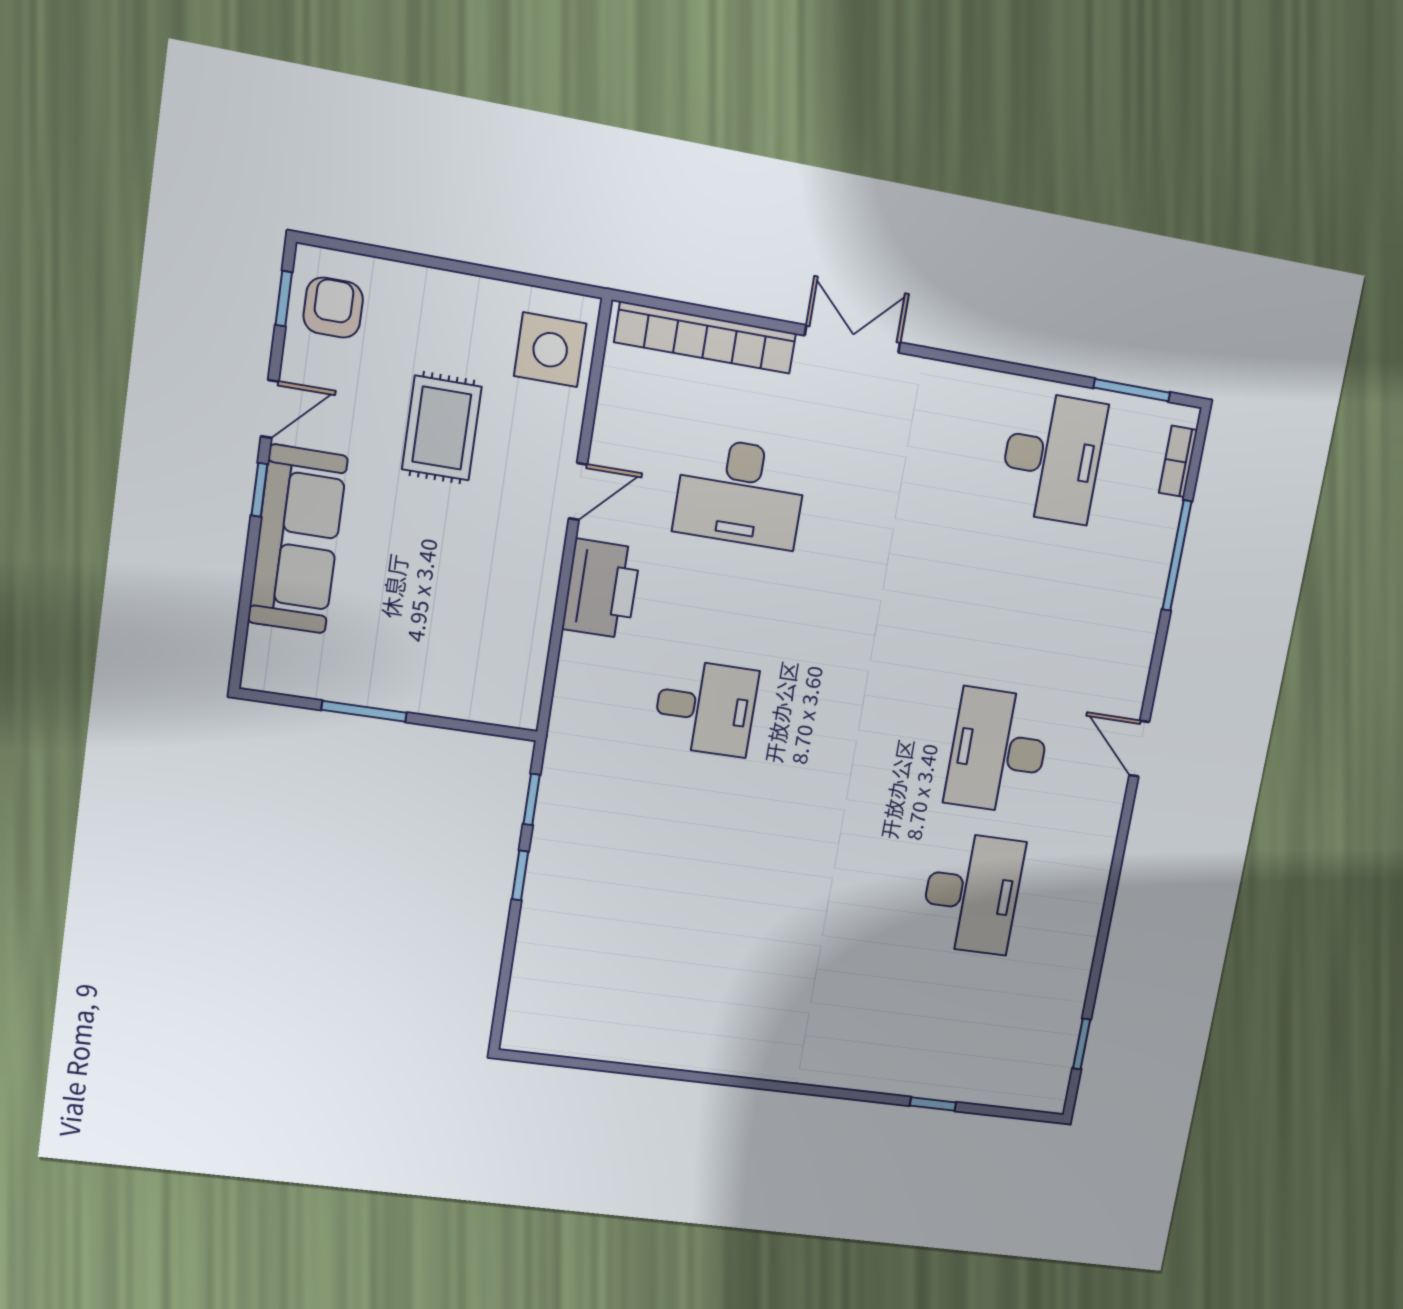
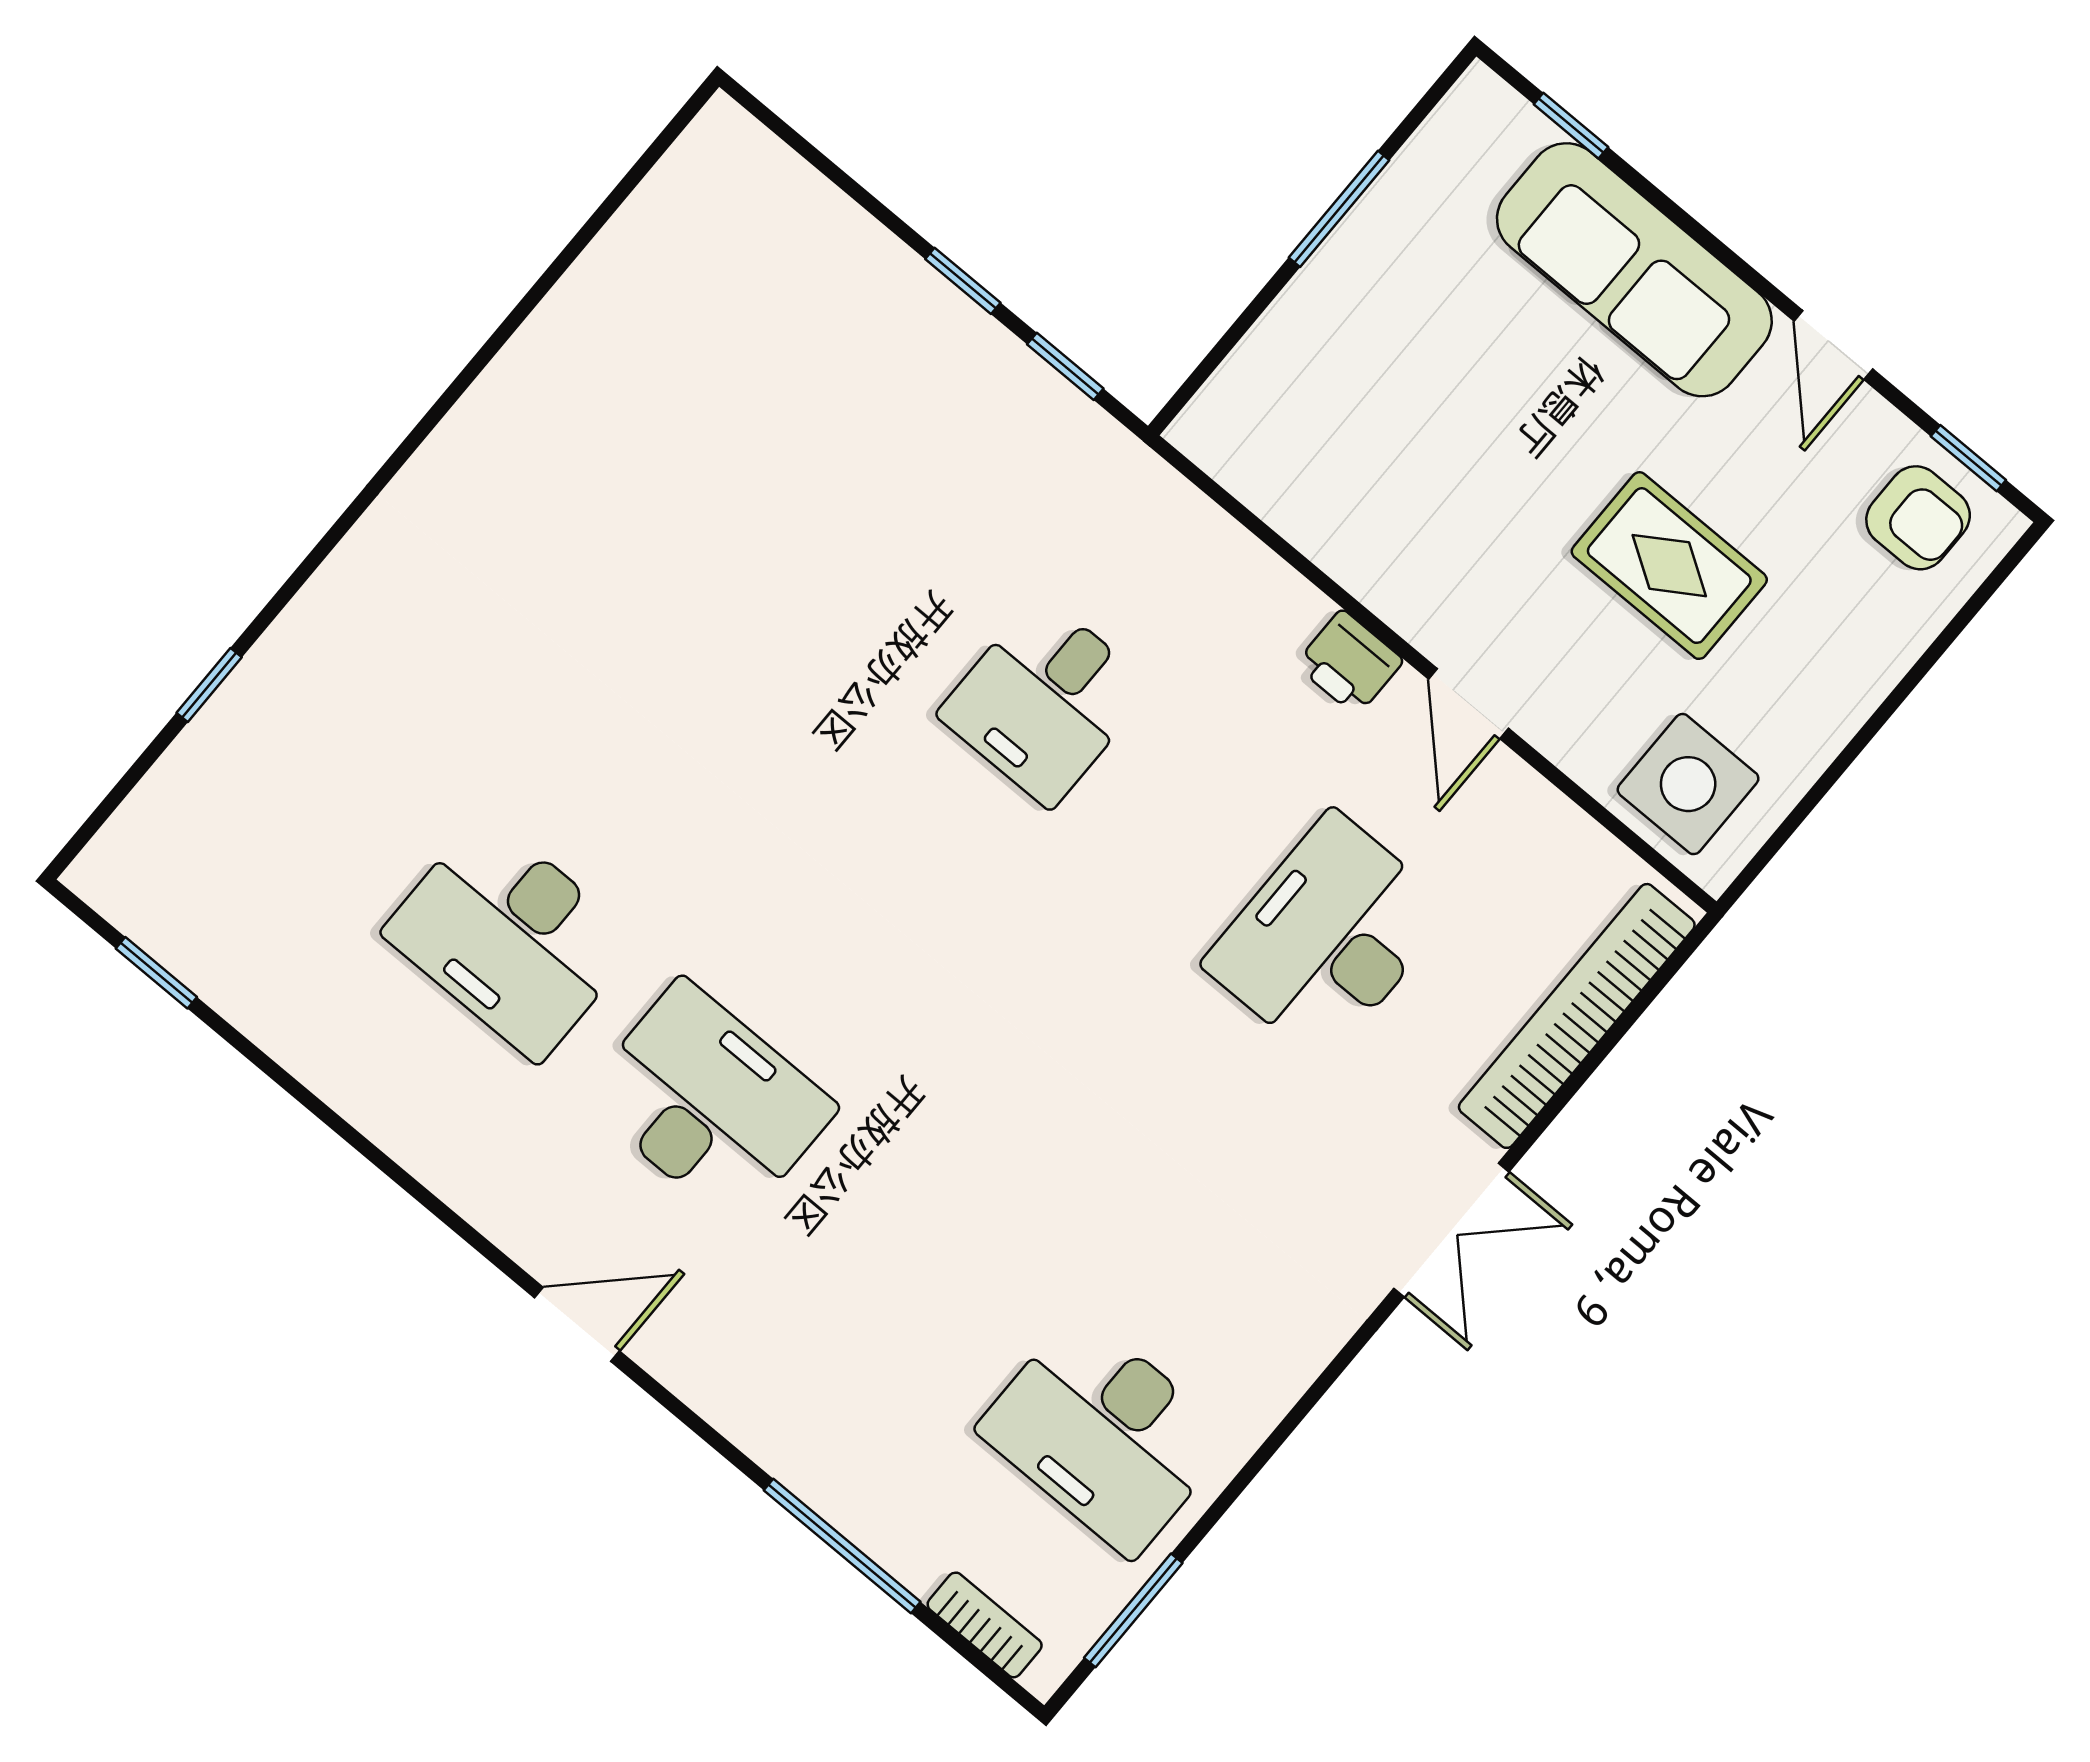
window: (259, 490) -> (1571, 126), moved
printer: (601, 589) -> (1349, 663), width x0.53, depth x0.68

